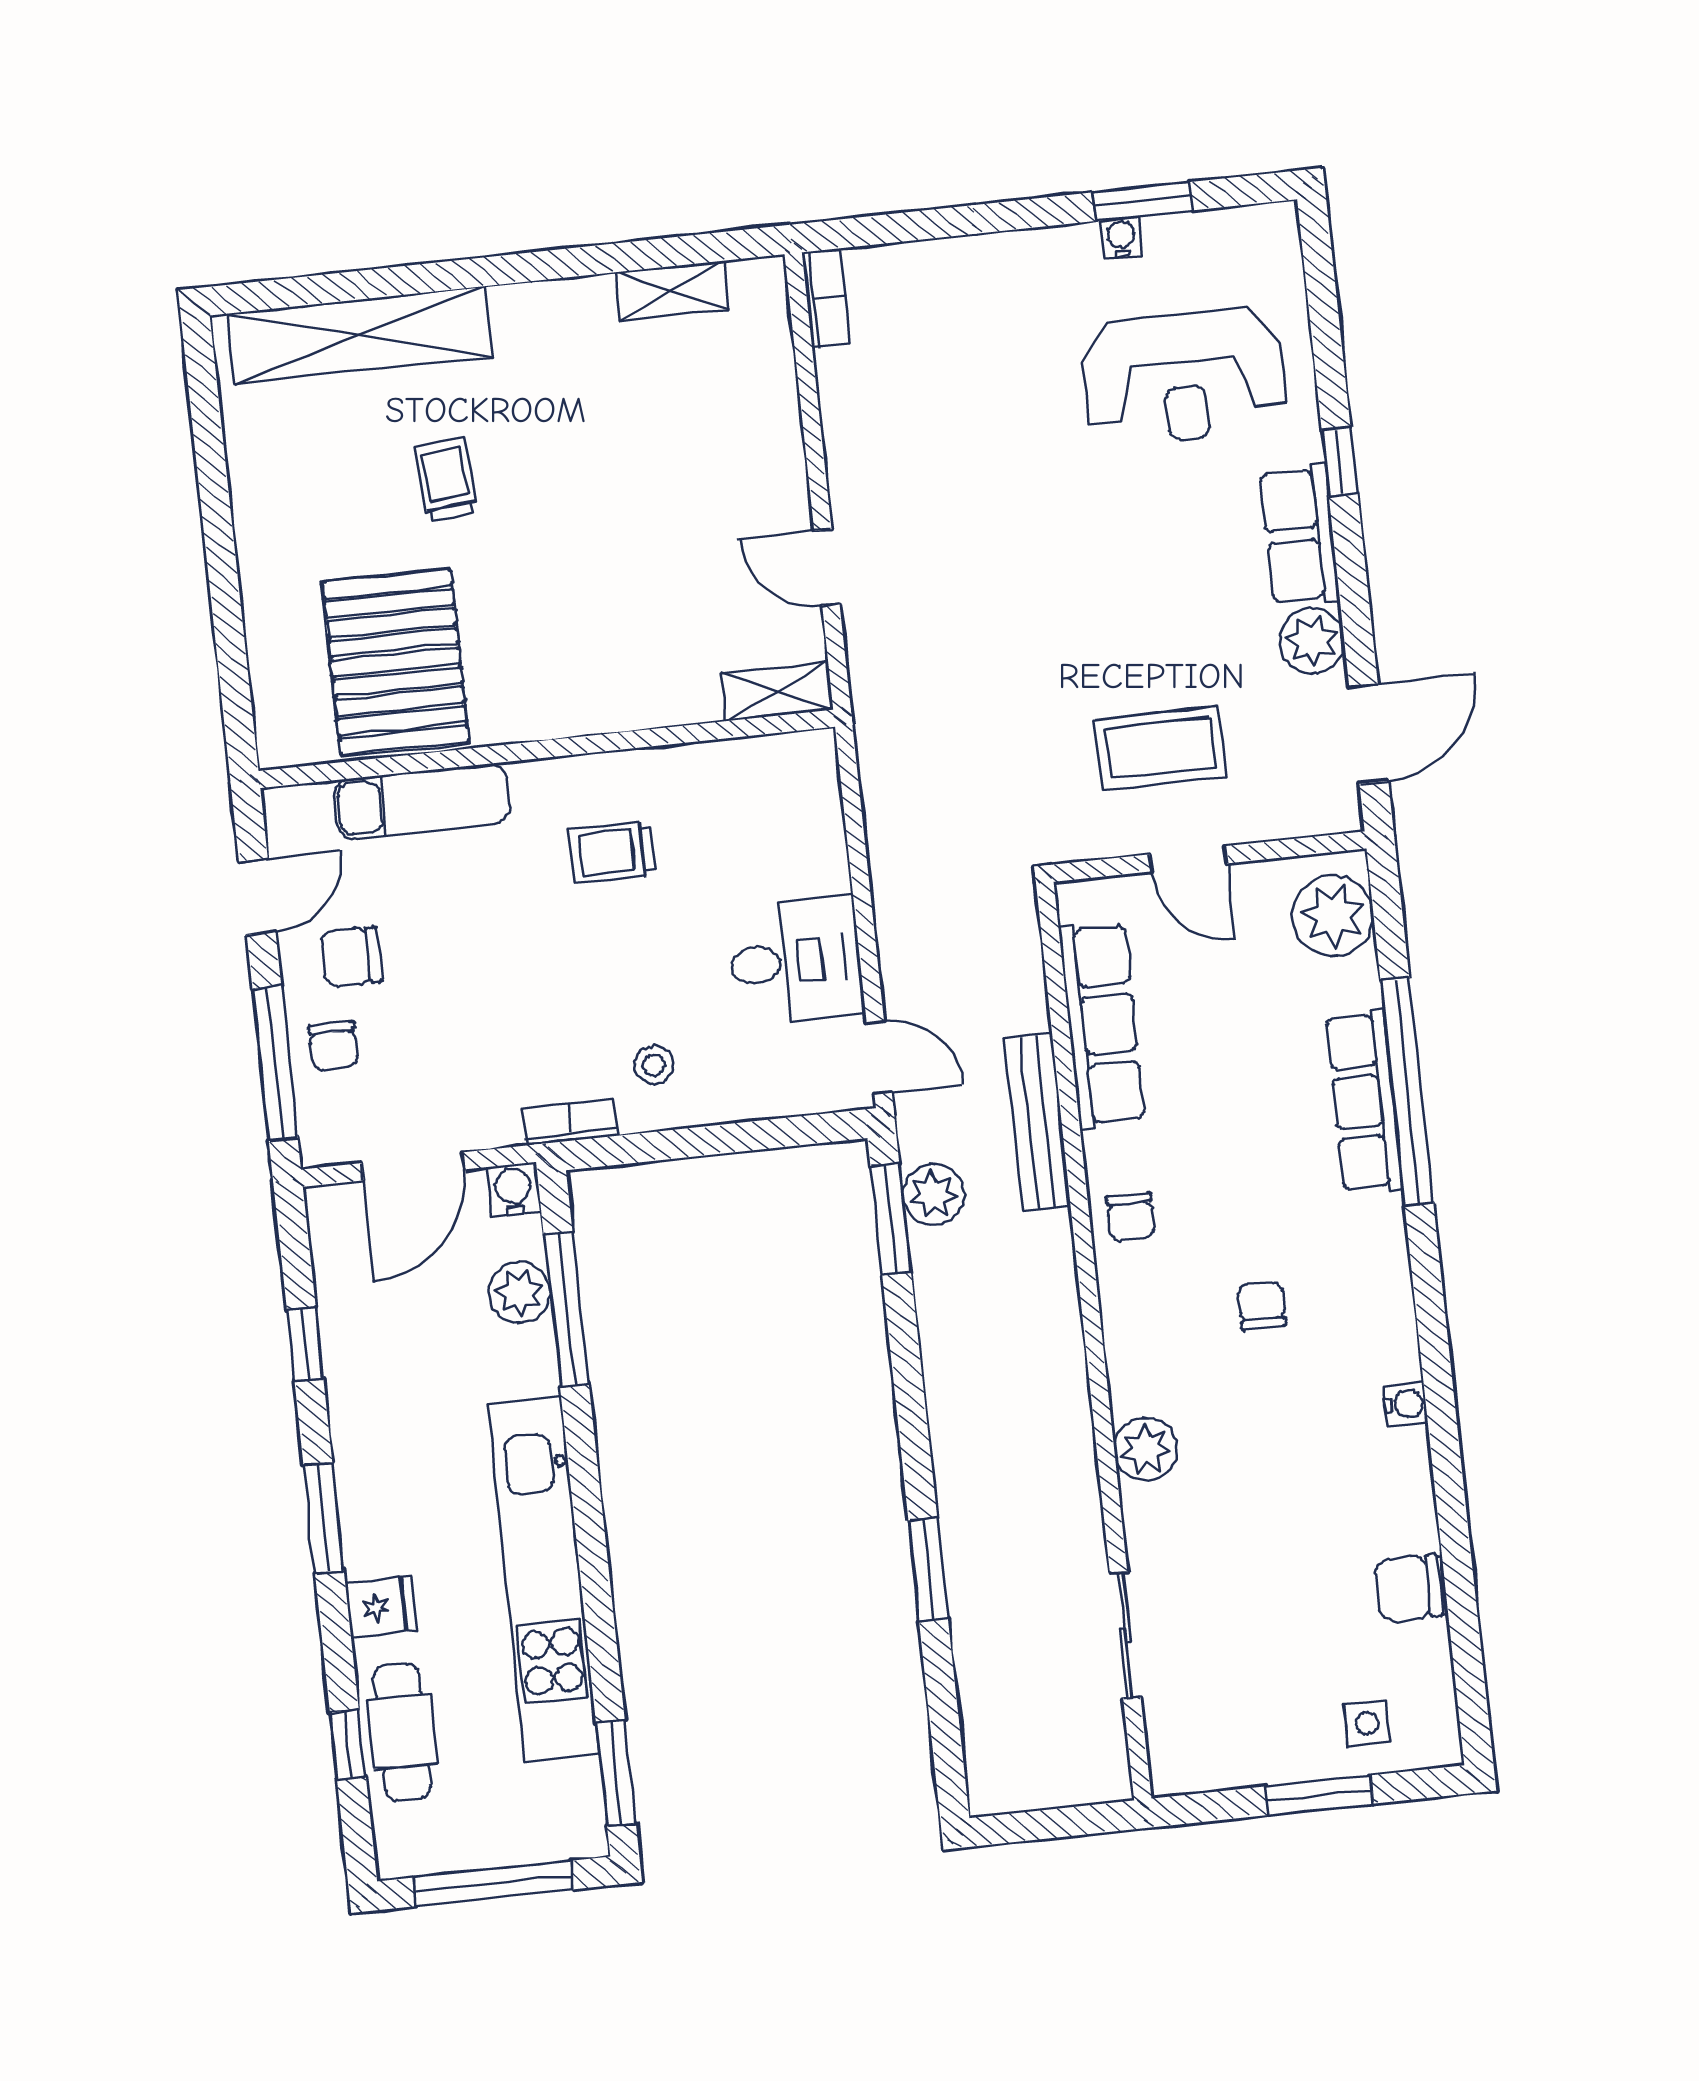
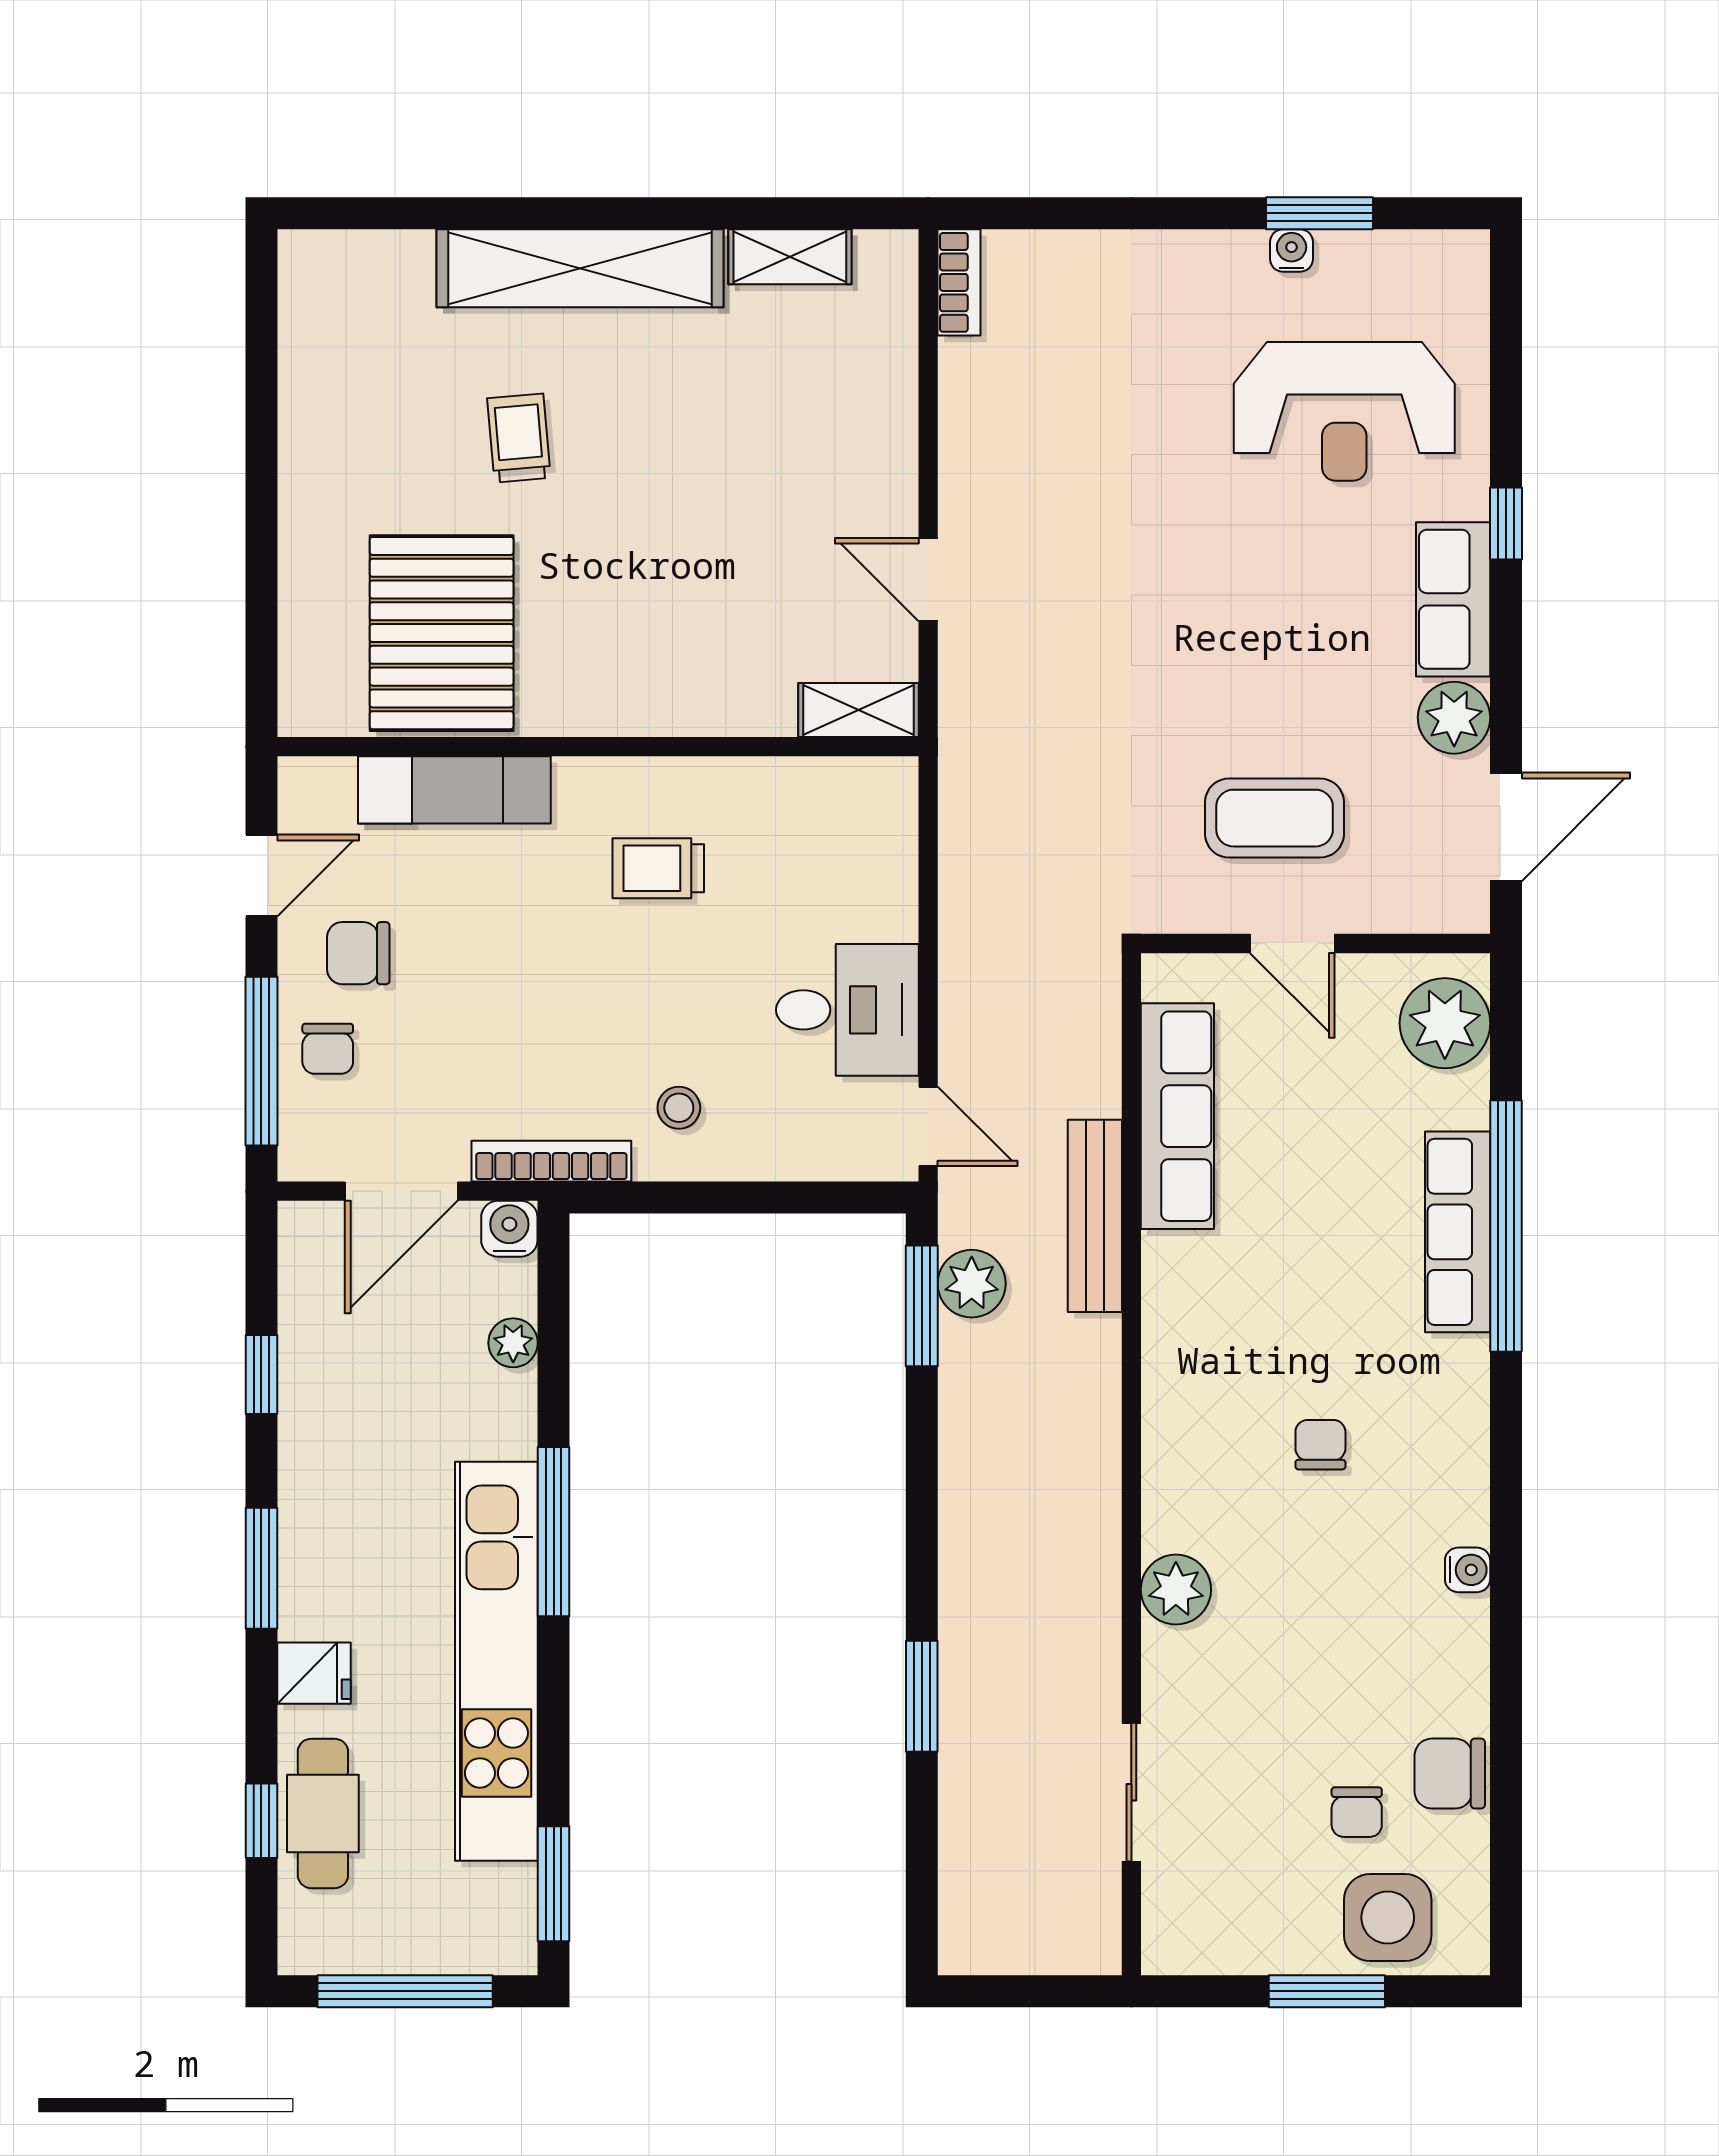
shelving: (360, 335) -> (580, 268), moved
bookcase: (570, 1122) -> (551, 1161), width x1.56
chair: (1131, 1217) -> (1357, 1812), moved
plant: (519, 1293) -> (513, 1343), width x0.73, depth x0.73
window: (566, 1309) -> (554, 1532), moved
side table: (1367, 1723) -> (1388, 1918), width x1.87, depth x1.87

